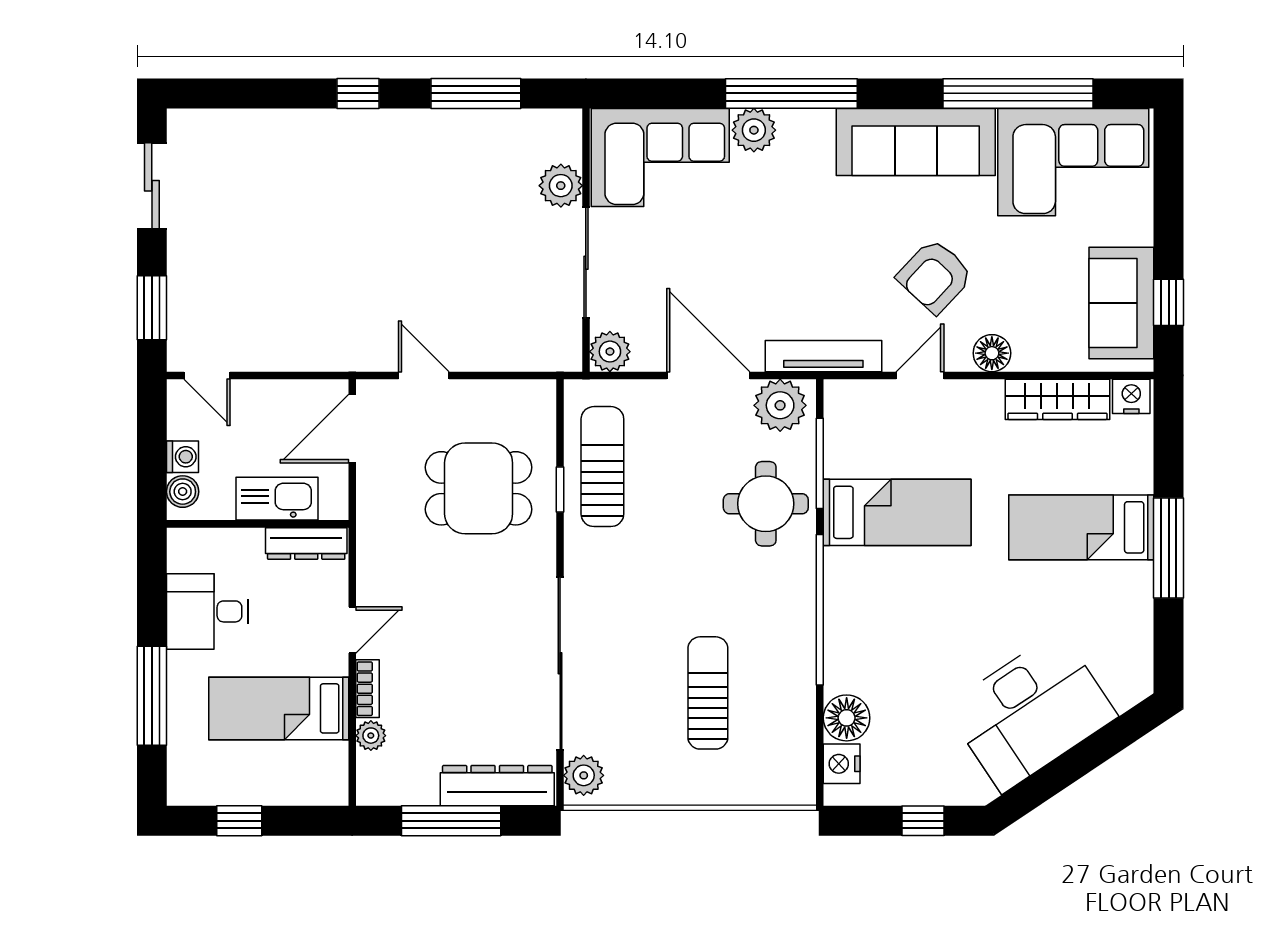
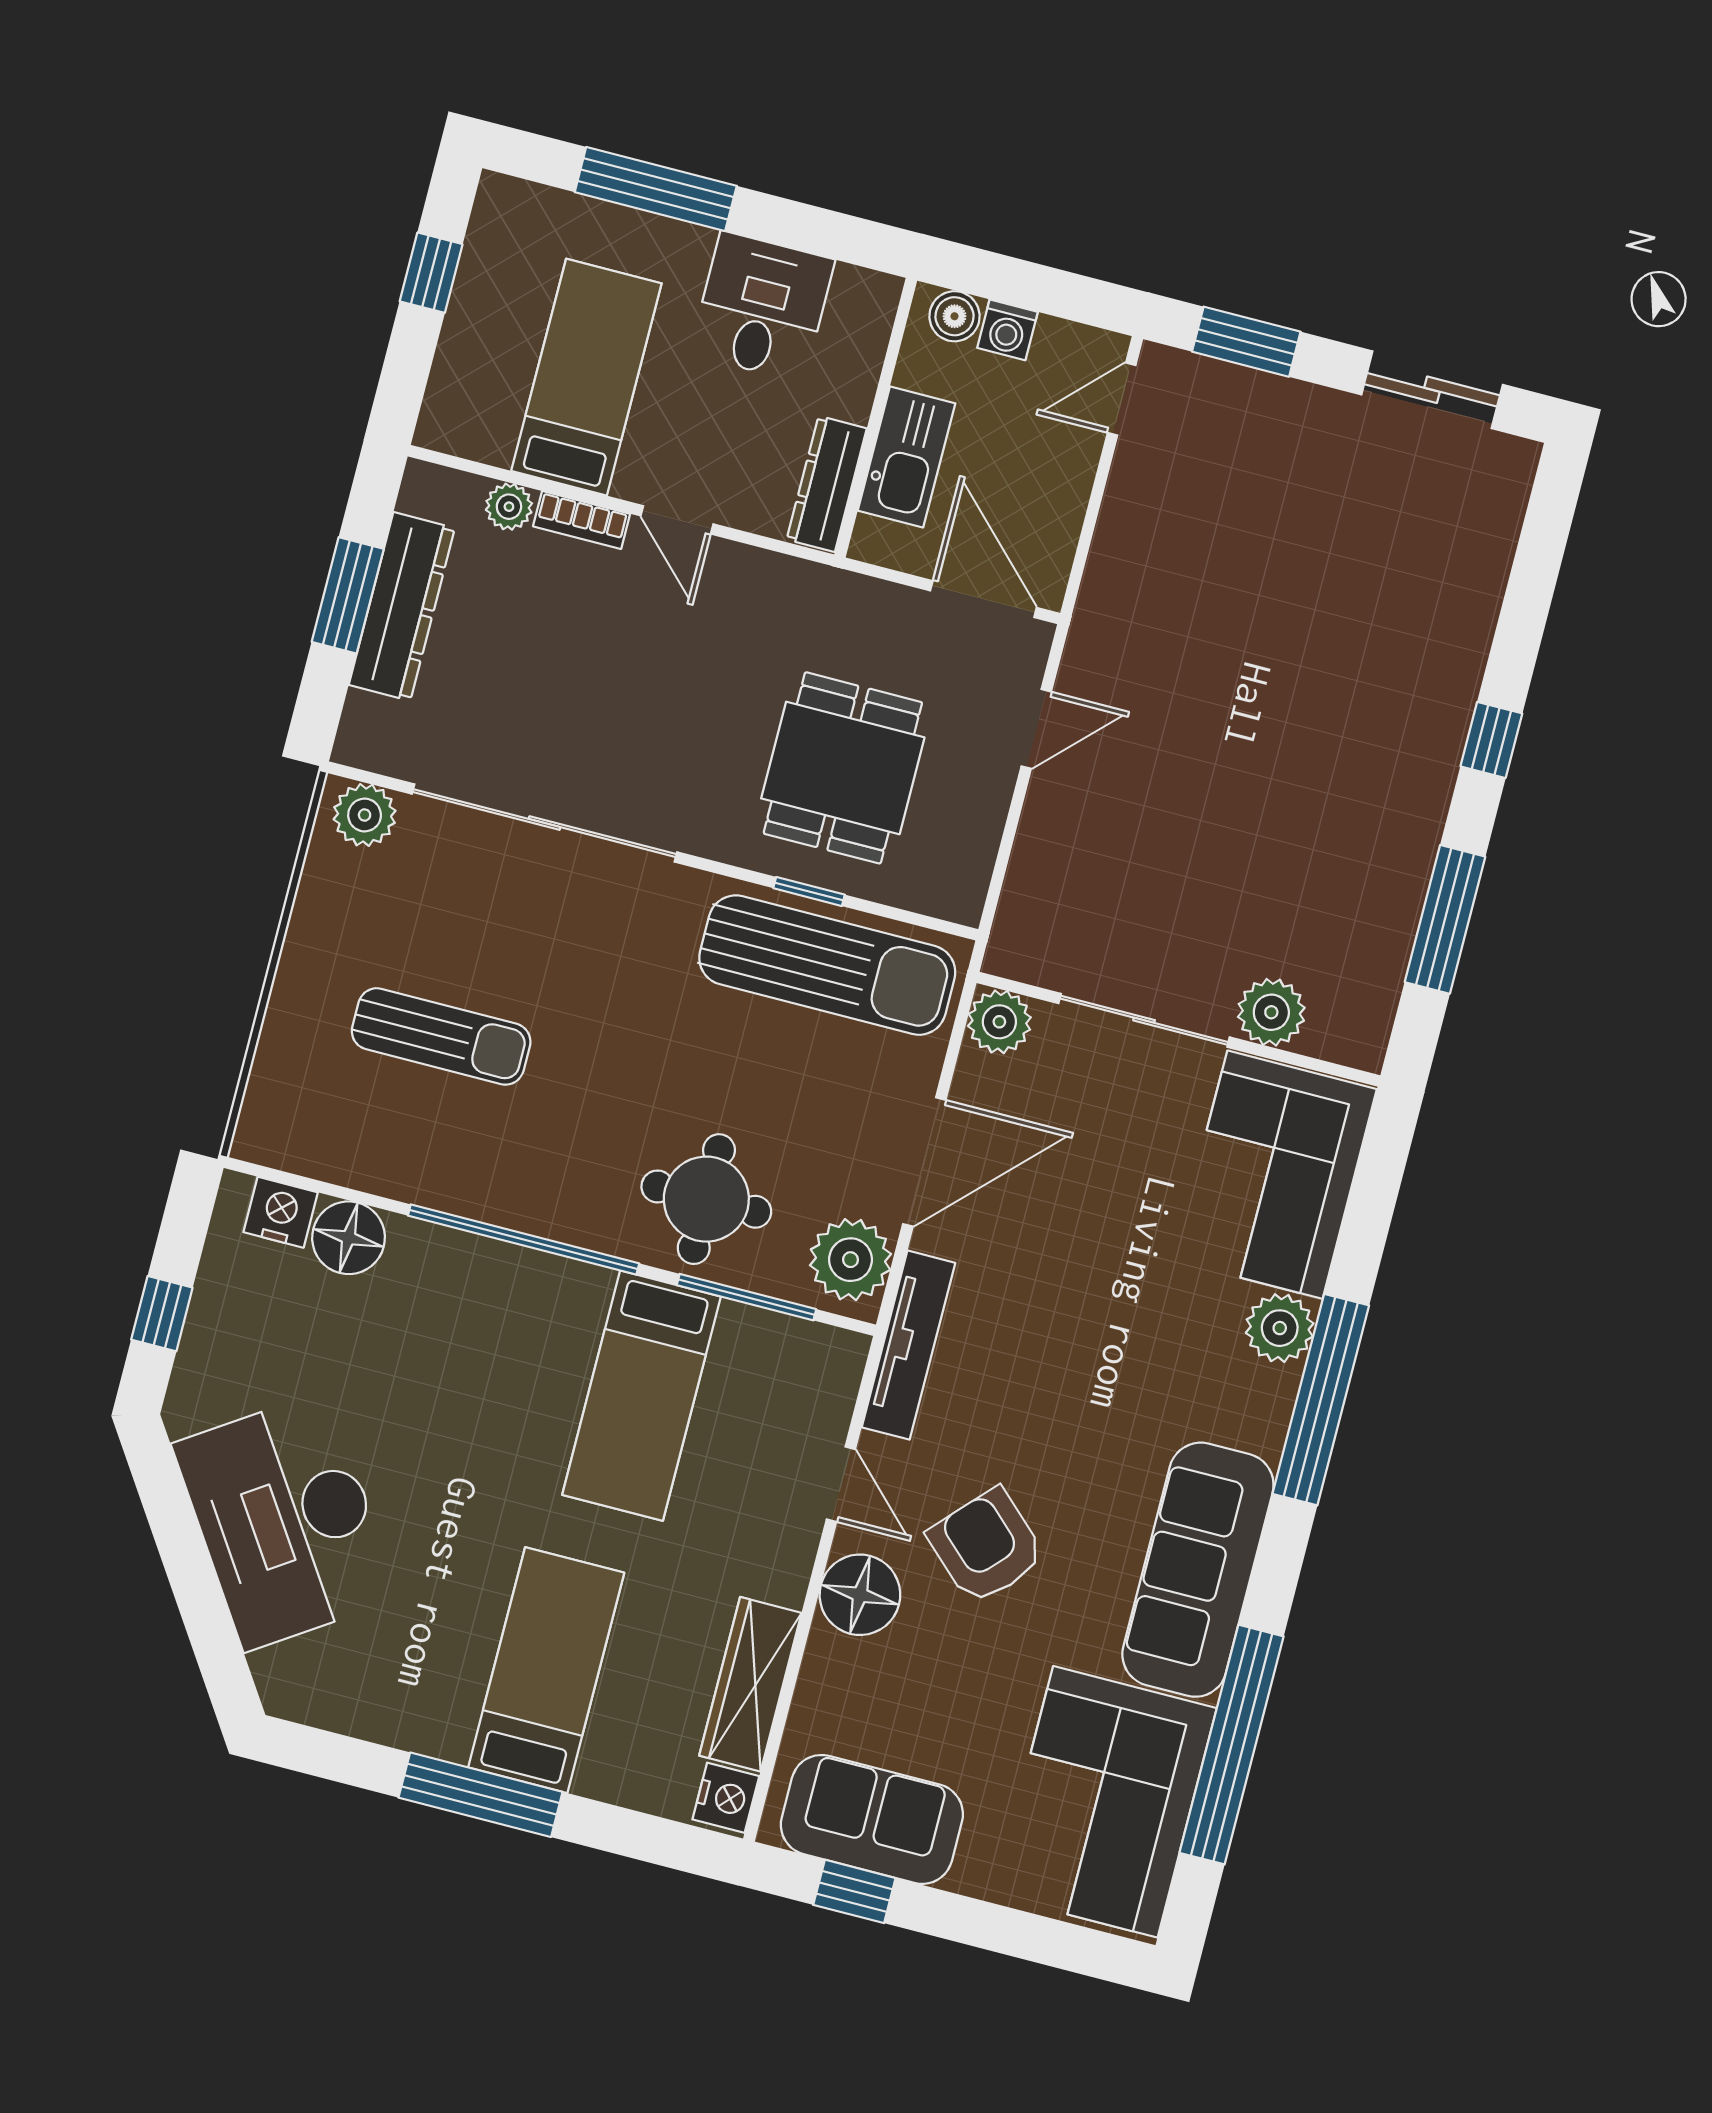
floor lamp: (992, 353) -> (860, 1595), width x1.38, depth x1.38
sun lounger: (602, 467) -> (827, 965), width x1.36, depth x1.34
dresser: (497, 786) -> (402, 606), moved
window: (451, 821) -> (348, 595), width x0.69

